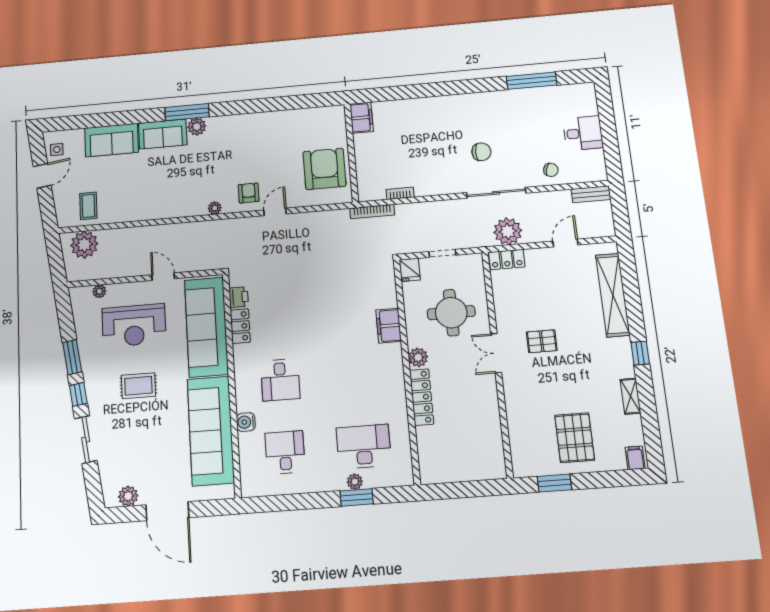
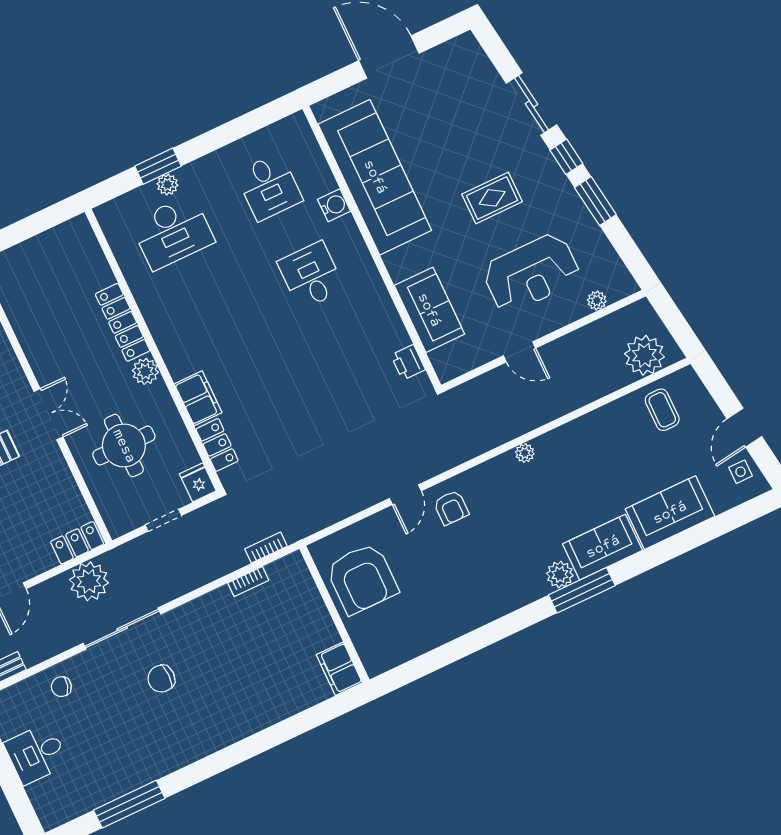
plant: (215, 208) -> (525, 453), moved
bookcase: (372, 212) -> (266, 548), width x0.64
reception desk: (134, 325) -> (531, 273), turned 180
locker: (240, 326) -> (217, 445), moved, turned 180
sofa: (206, 327) -> (429, 310), width x0.54, depth x0.79
plant: (128, 496) -> (447, 56), removed

